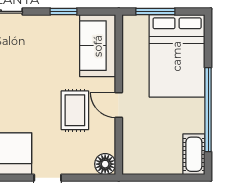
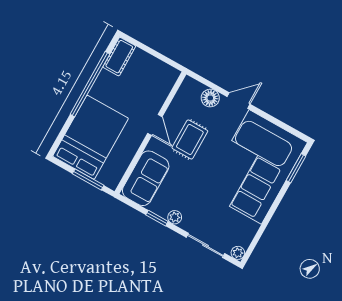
plant: (46, 22) -> (175, 217), added
floor lamp: (105, 164) -> (210, 98), moved

